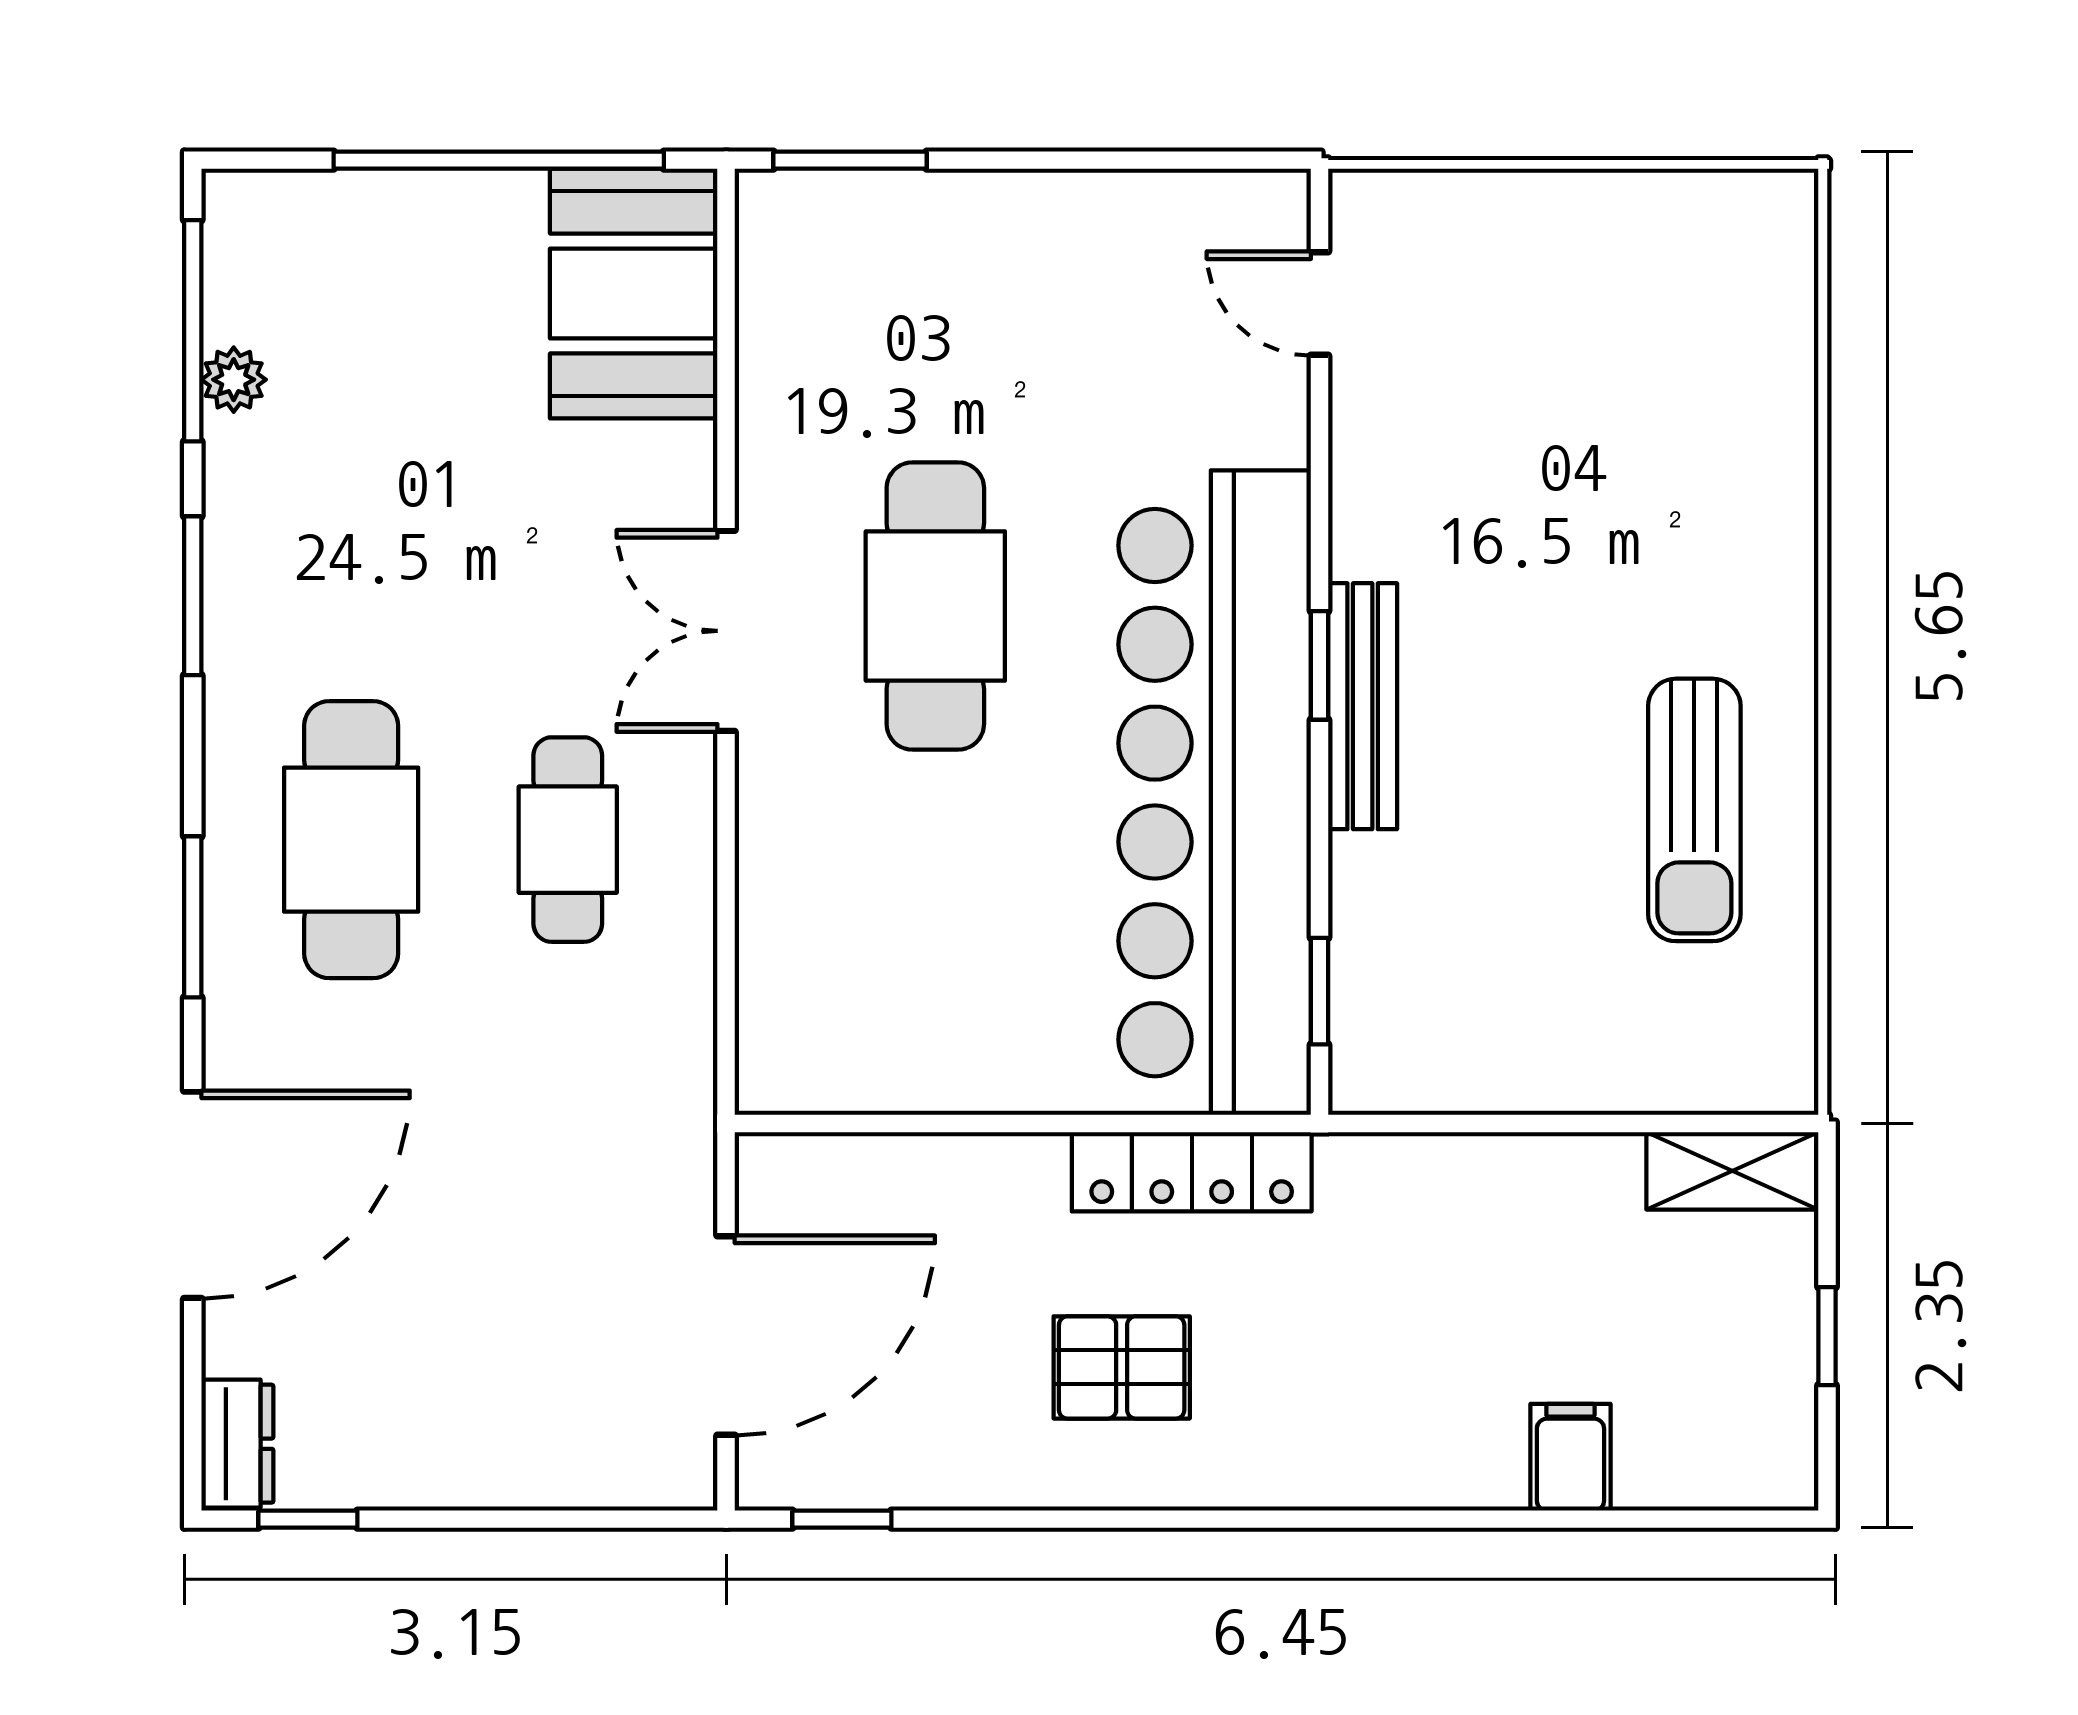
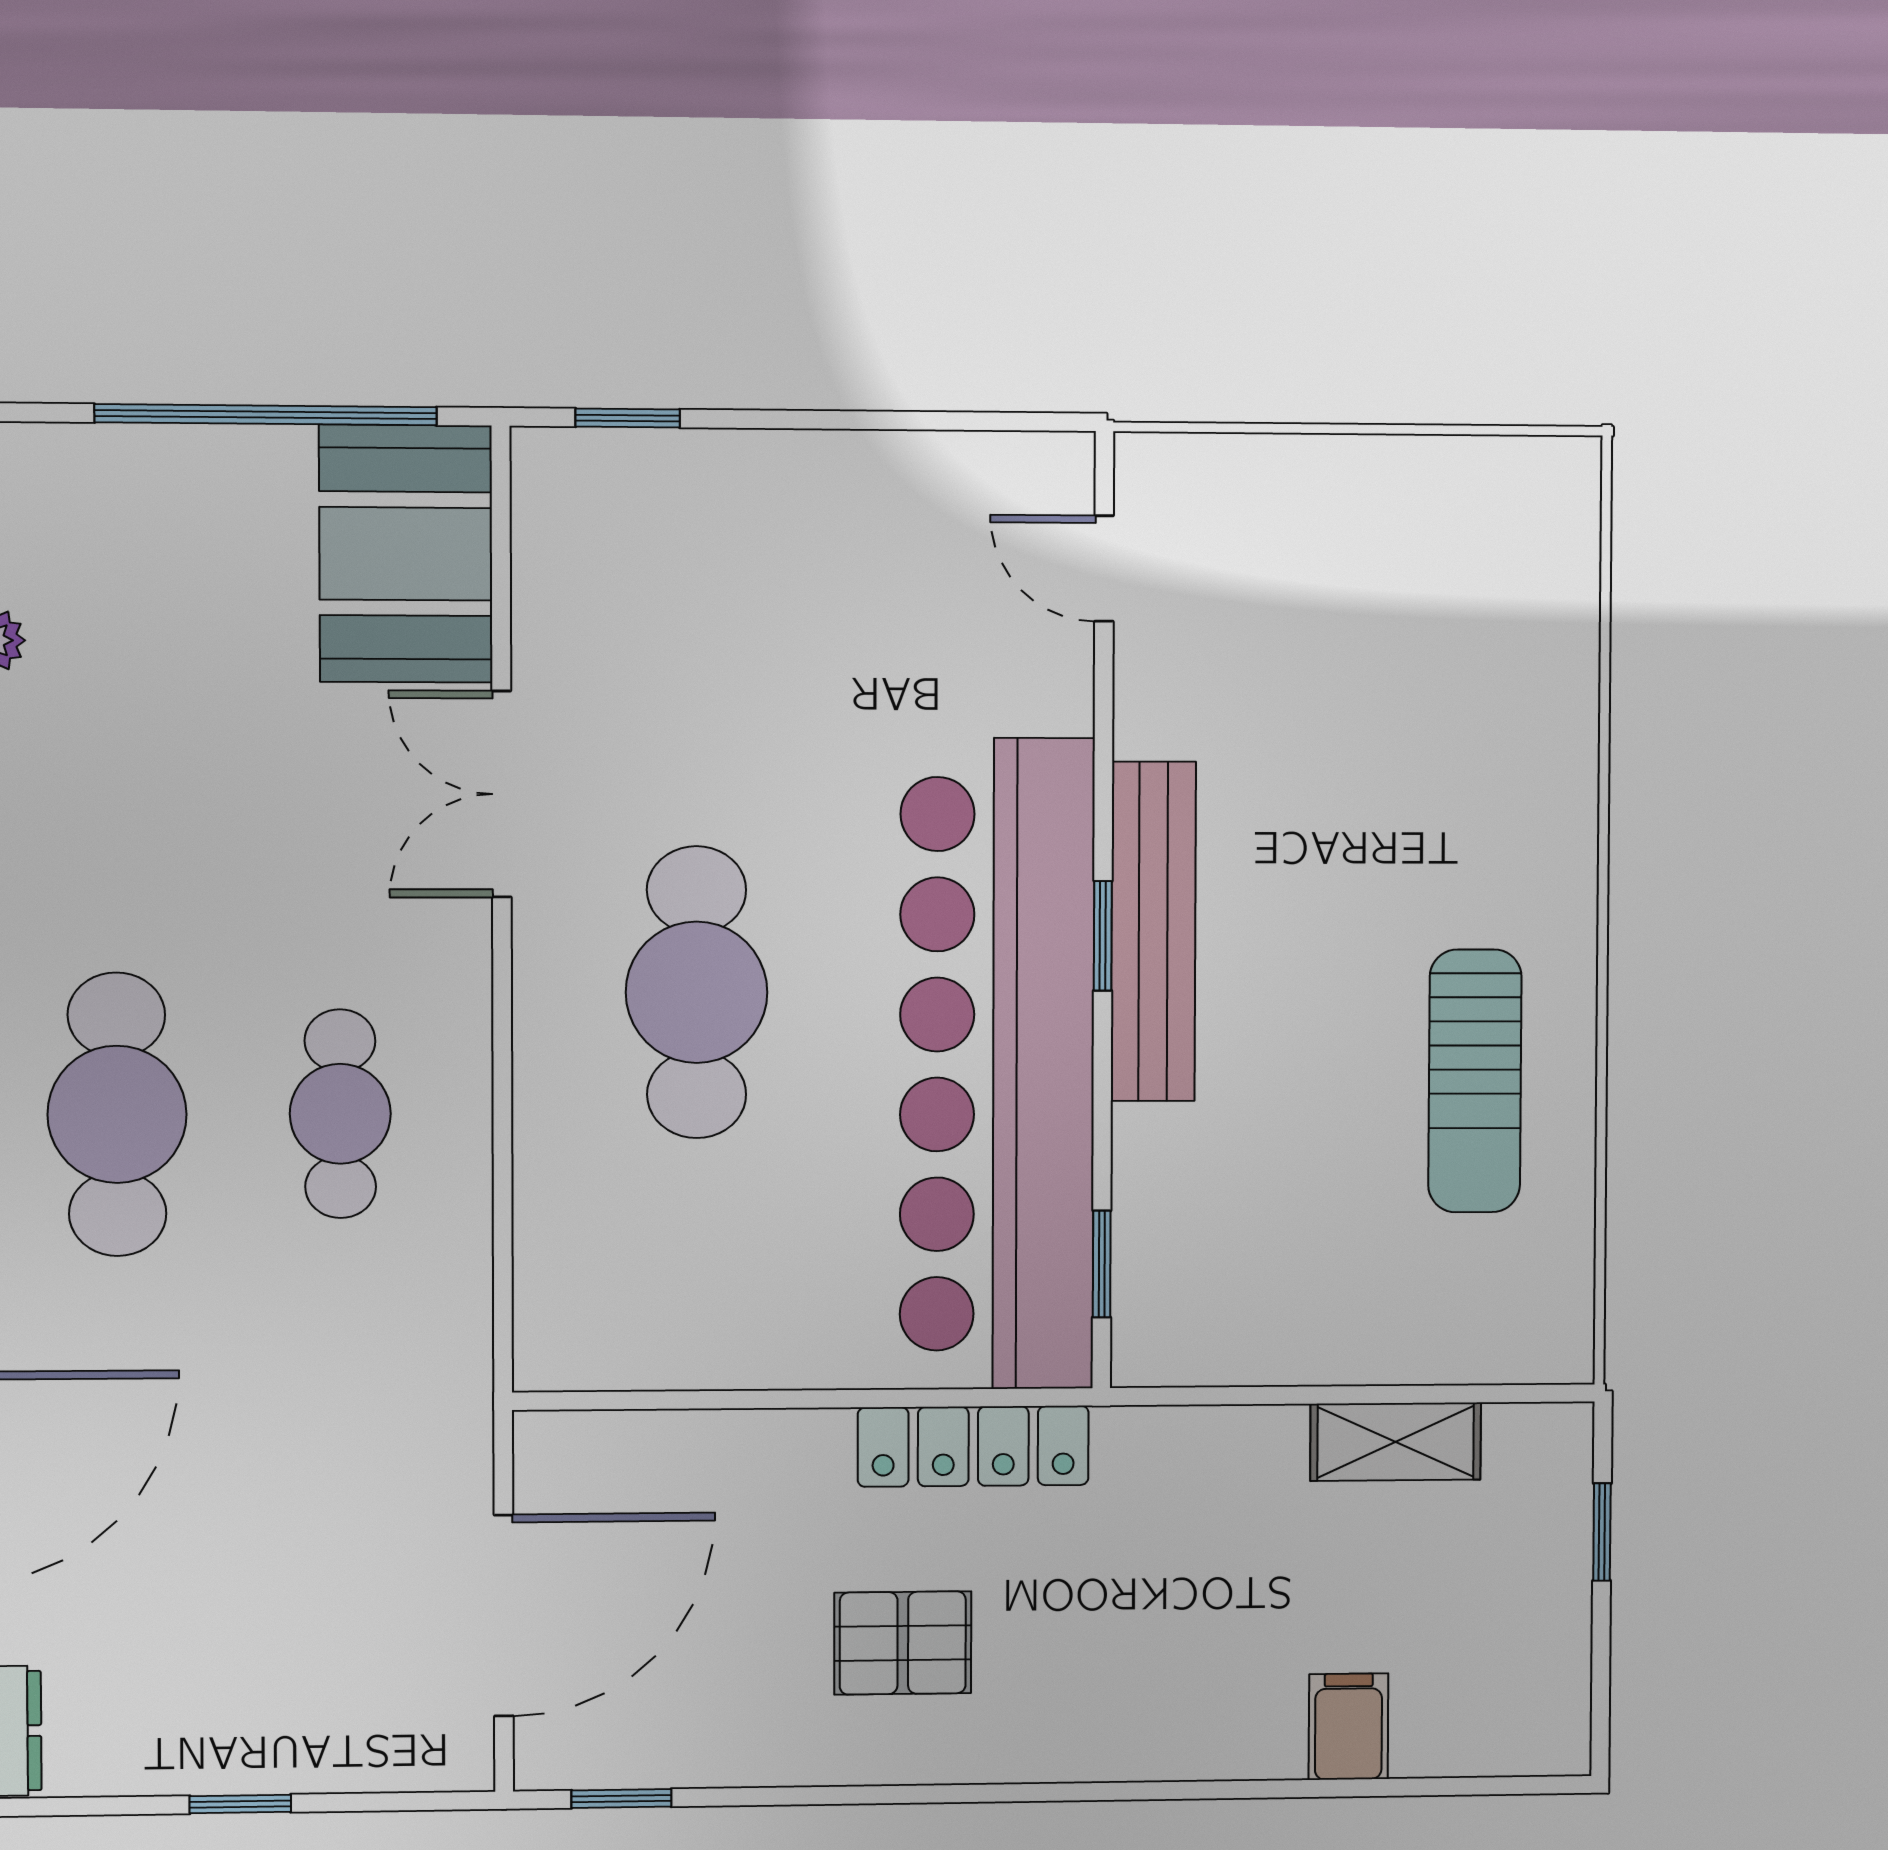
window: (850, 160) -> (628, 418), width x0.67
cafe table: (935, 606) -> (697, 992), moved
double door: (726, 631) -> (502, 794), moved
bench: (1363, 706) -> (1153, 932), width x1.37, depth x1.21
shelving: (1732, 1171) -> (1396, 1442), moved
window: (1827, 1336) -> (1602, 1532), moved
window: (308, 1519) -> (240, 1804), moved

